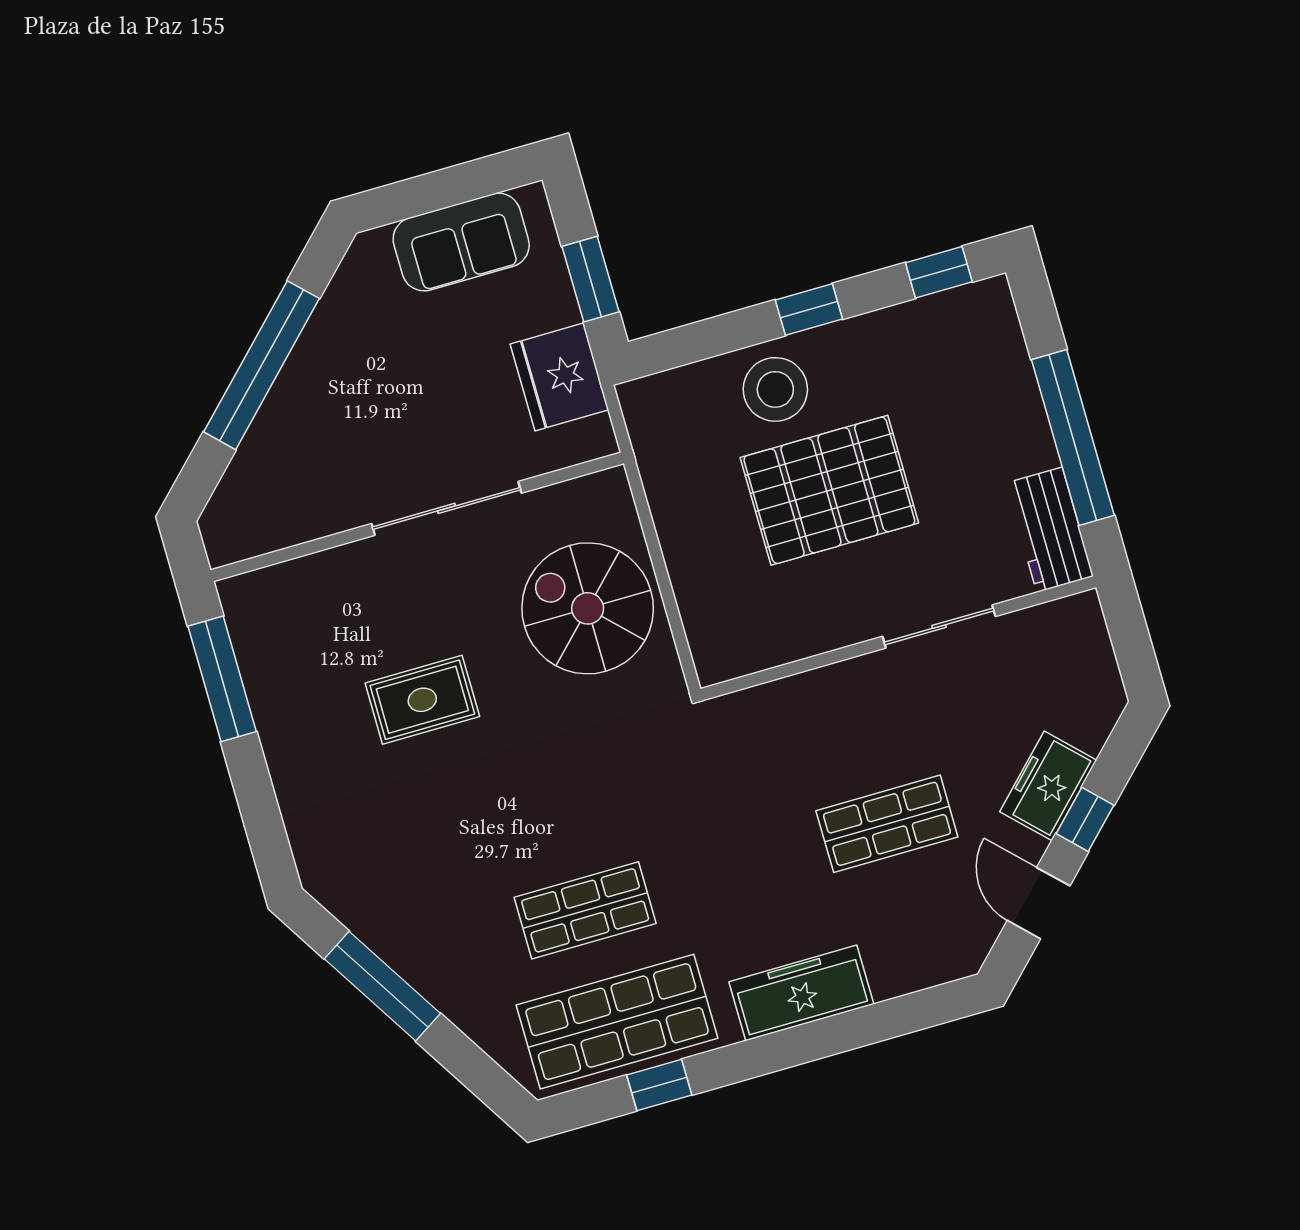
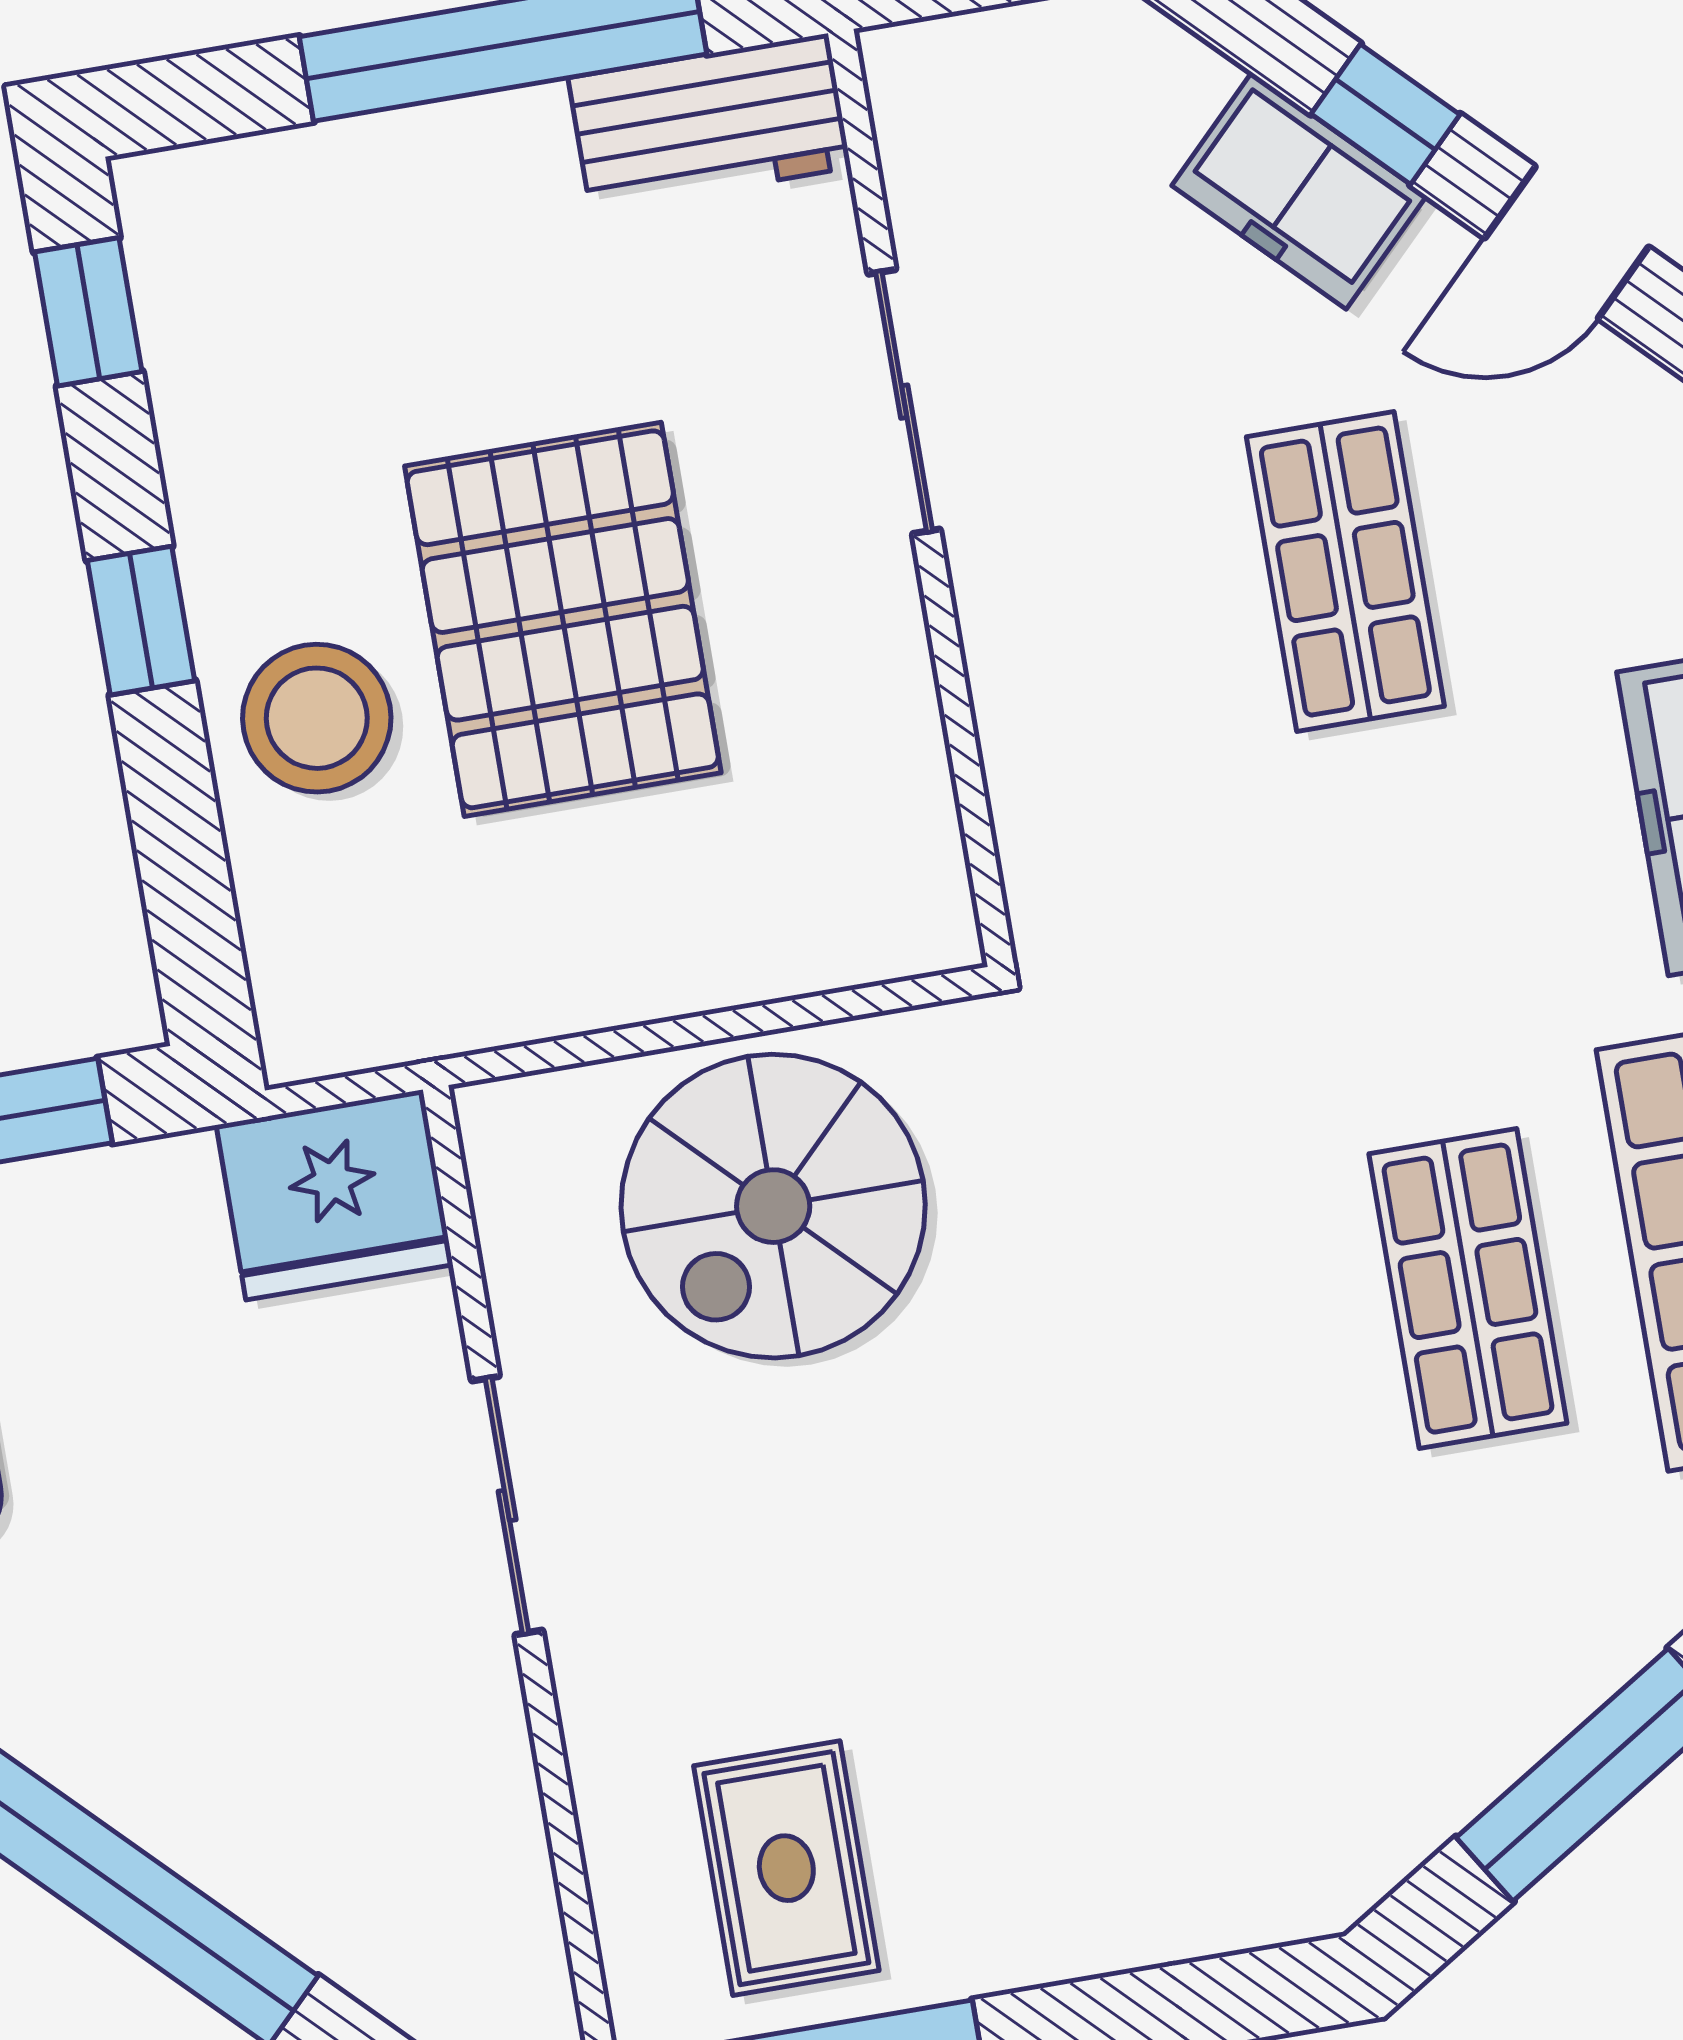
fridge: (559, 377) -> (334, 1195), moved
sliding door: (447, 508) -> (507, 1506), width x0.73
rug: (422, 700) -> (786, 1868), moved

